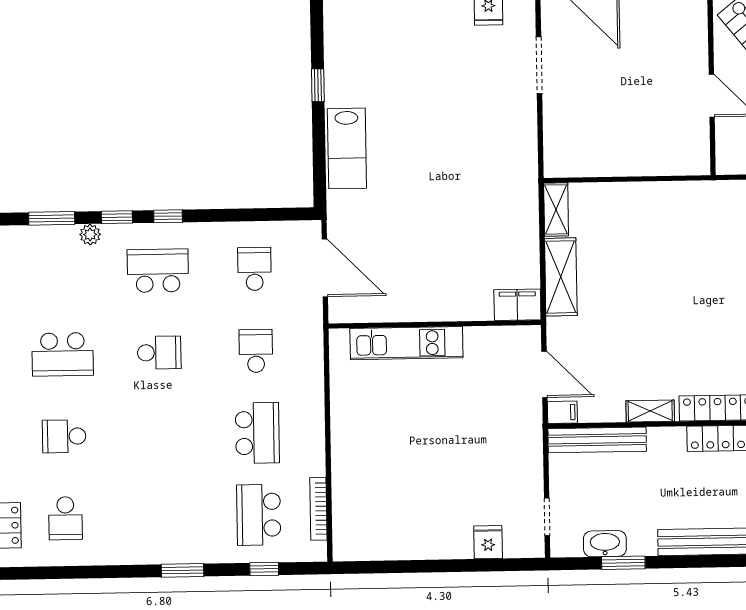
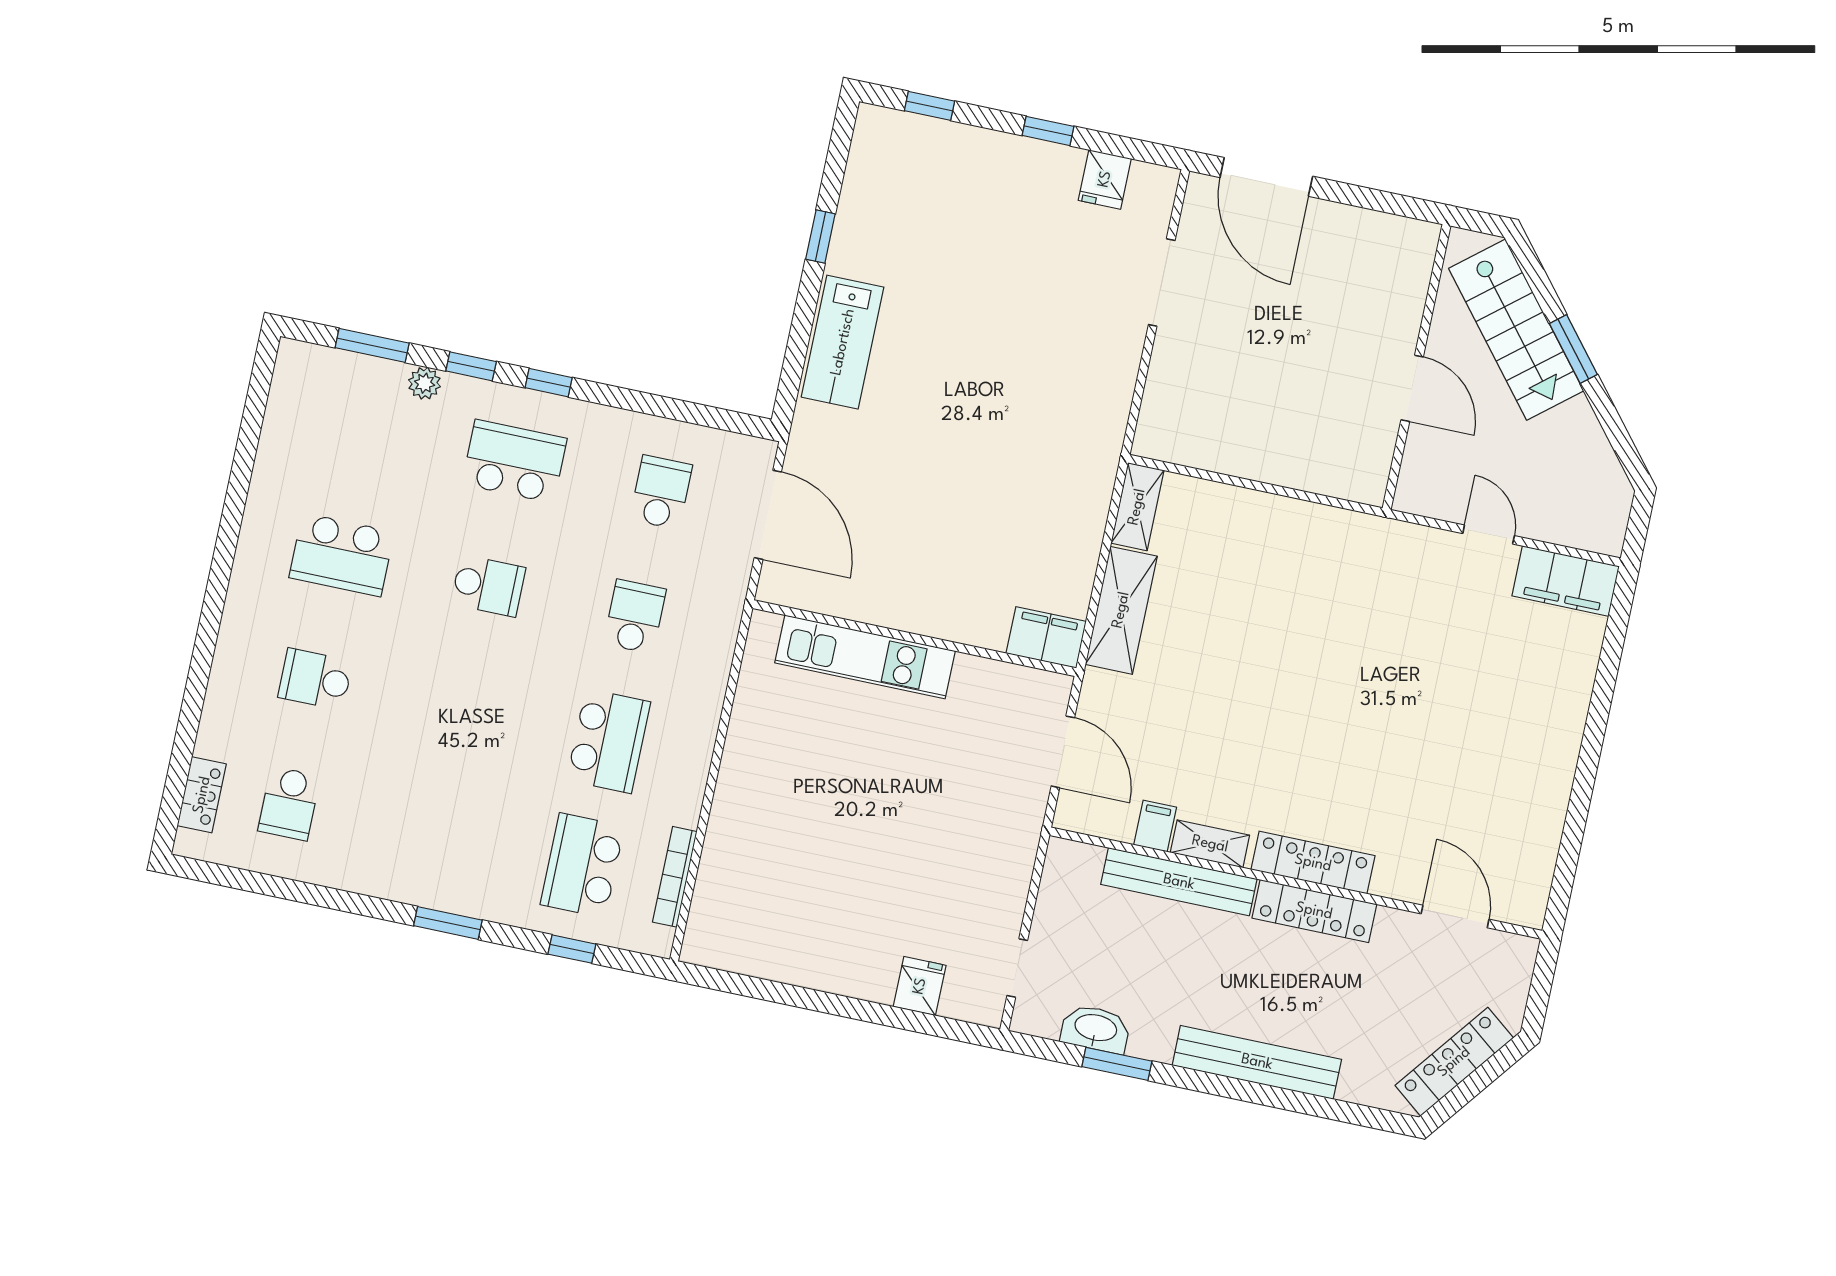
filing cabinet: (562, 412) -> (1155, 826), moved, turned -90
bench: (597, 440) -> (1179, 882), moved

